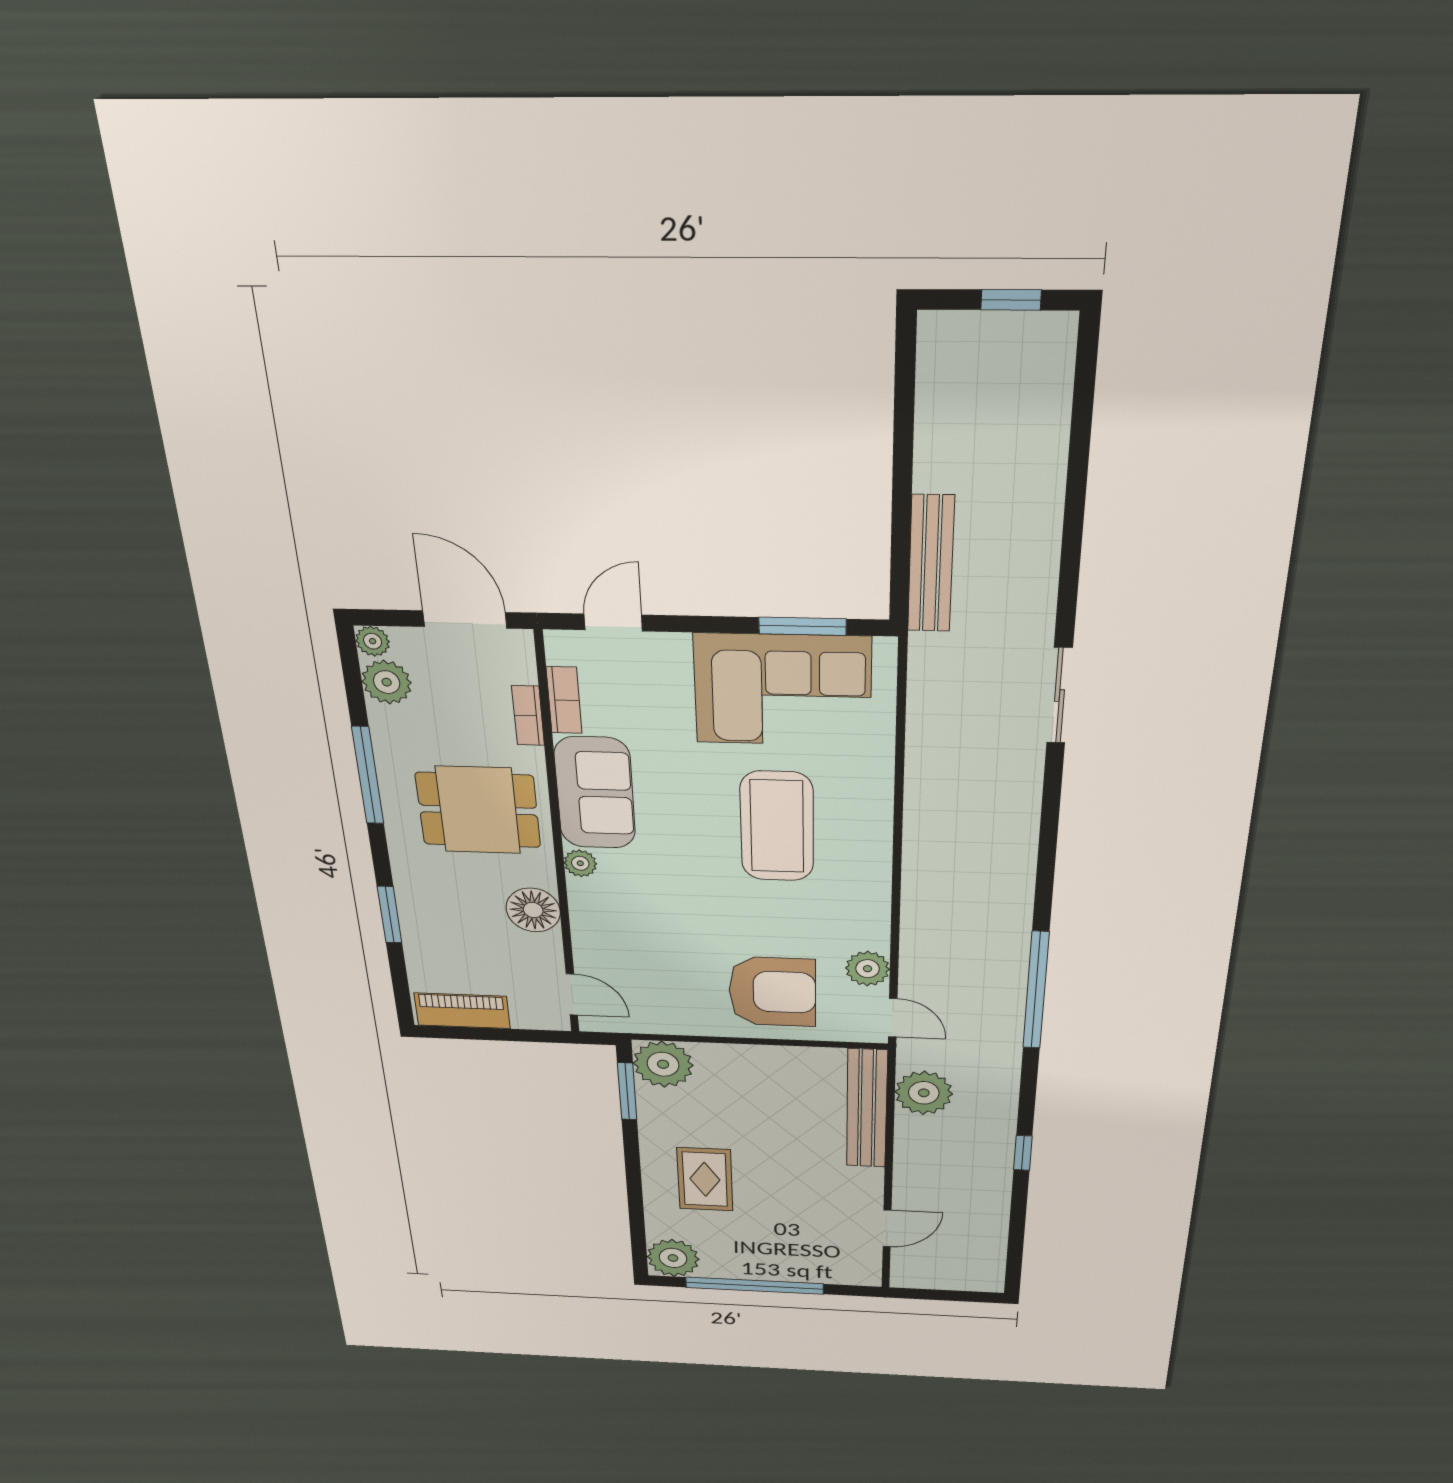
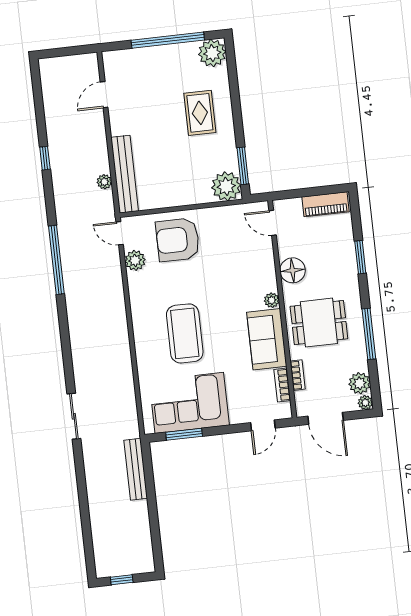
plant: (924, 1093) -> (104, 182), width x0.53, depth x0.53

